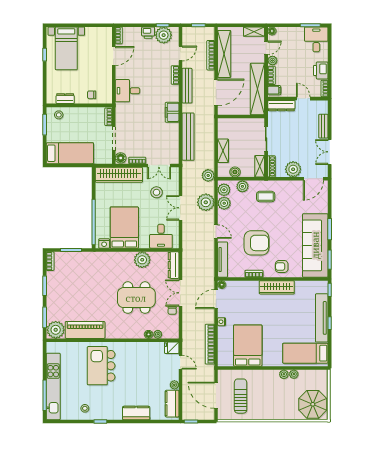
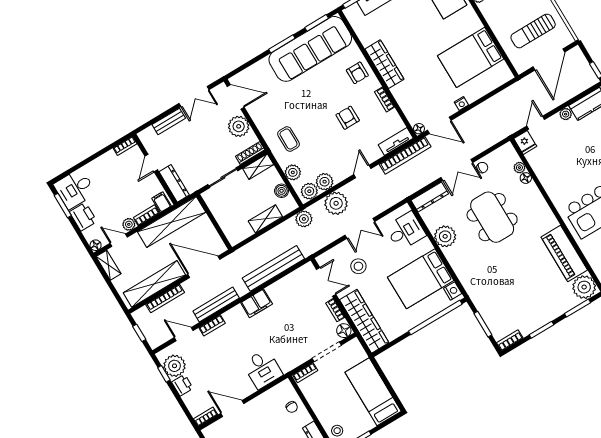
printer: (321, 70) -> (83, 217), moved, turned -90
armchair: (256, 243) -> (348, 118), width x0.53, depth x0.53
tv unit: (223, 260) -> (396, 141), width x0.71
bookcase: (210, 344) -> (405, 155), moved

